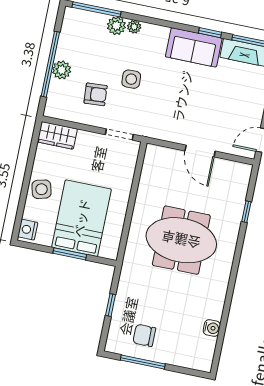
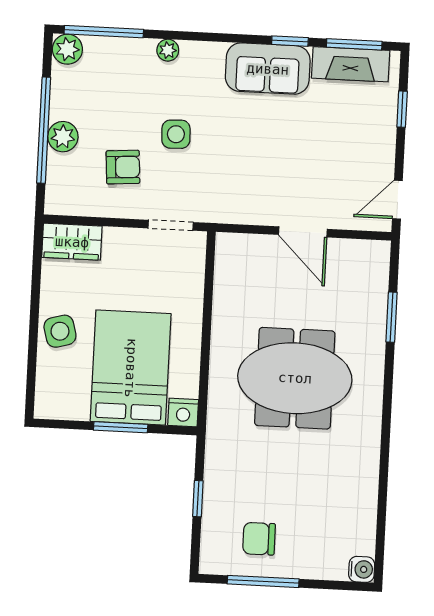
plant: (116, 26) -> (67, 49), moved
window: (246, 212) -> (392, 317), width x1.50
nightstand: (28, 230) -> (183, 413), moved, turned -90
water cooler: (212, 328) -> (362, 569), moved

